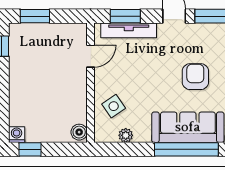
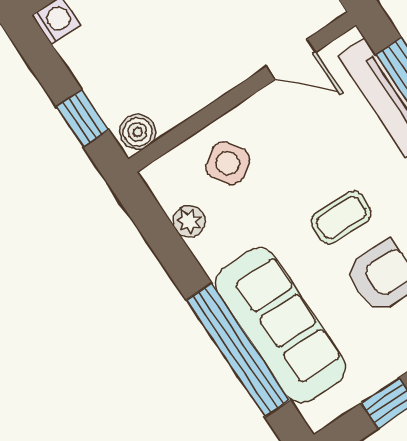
coffee table: (163, 77) -> (341, 217), added
window: (30, 149) -> (82, 118), moved

